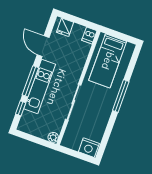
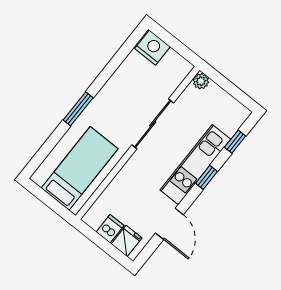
dishwasher: (89, 36) -> (110, 229), moved
window: (30, 81) -> (207, 177), width x0.46
window: (121, 96) -> (78, 109), width x0.69

